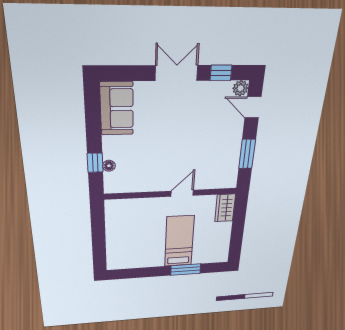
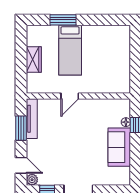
sofa: (117, 109) -> (119, 147), moved
tv unit: (232, 165) -> (32, 119), added
wardrobe: (225, 208) -> (34, 59), moved

